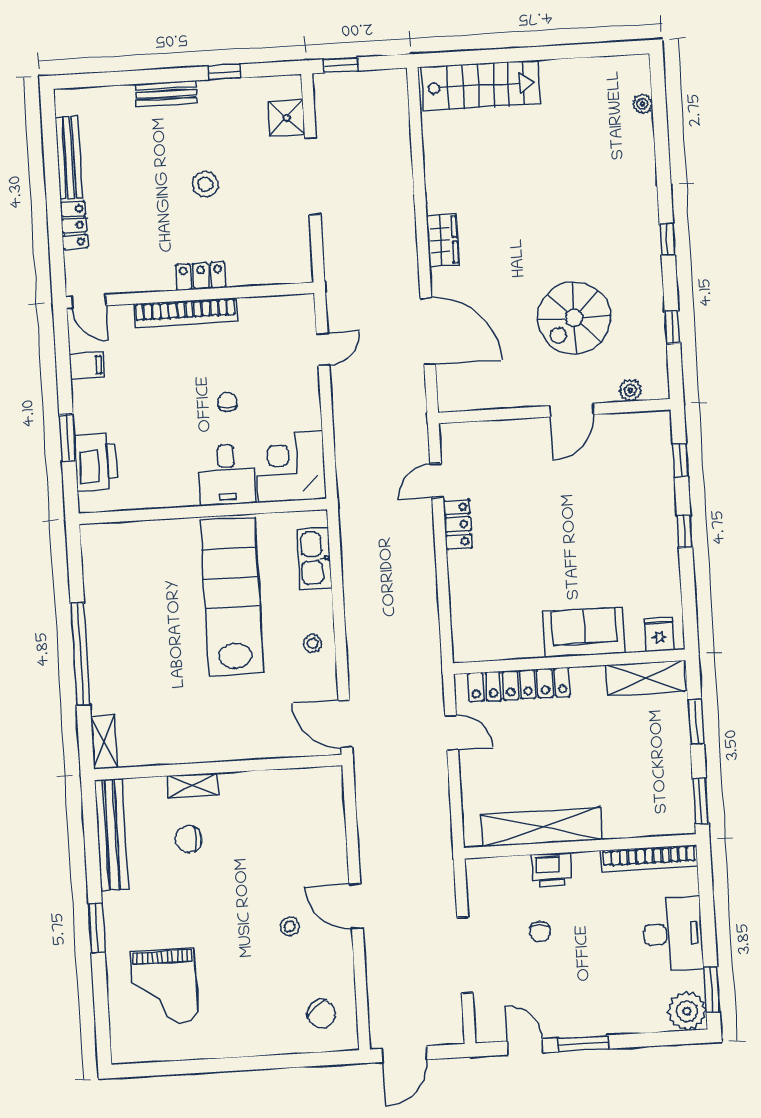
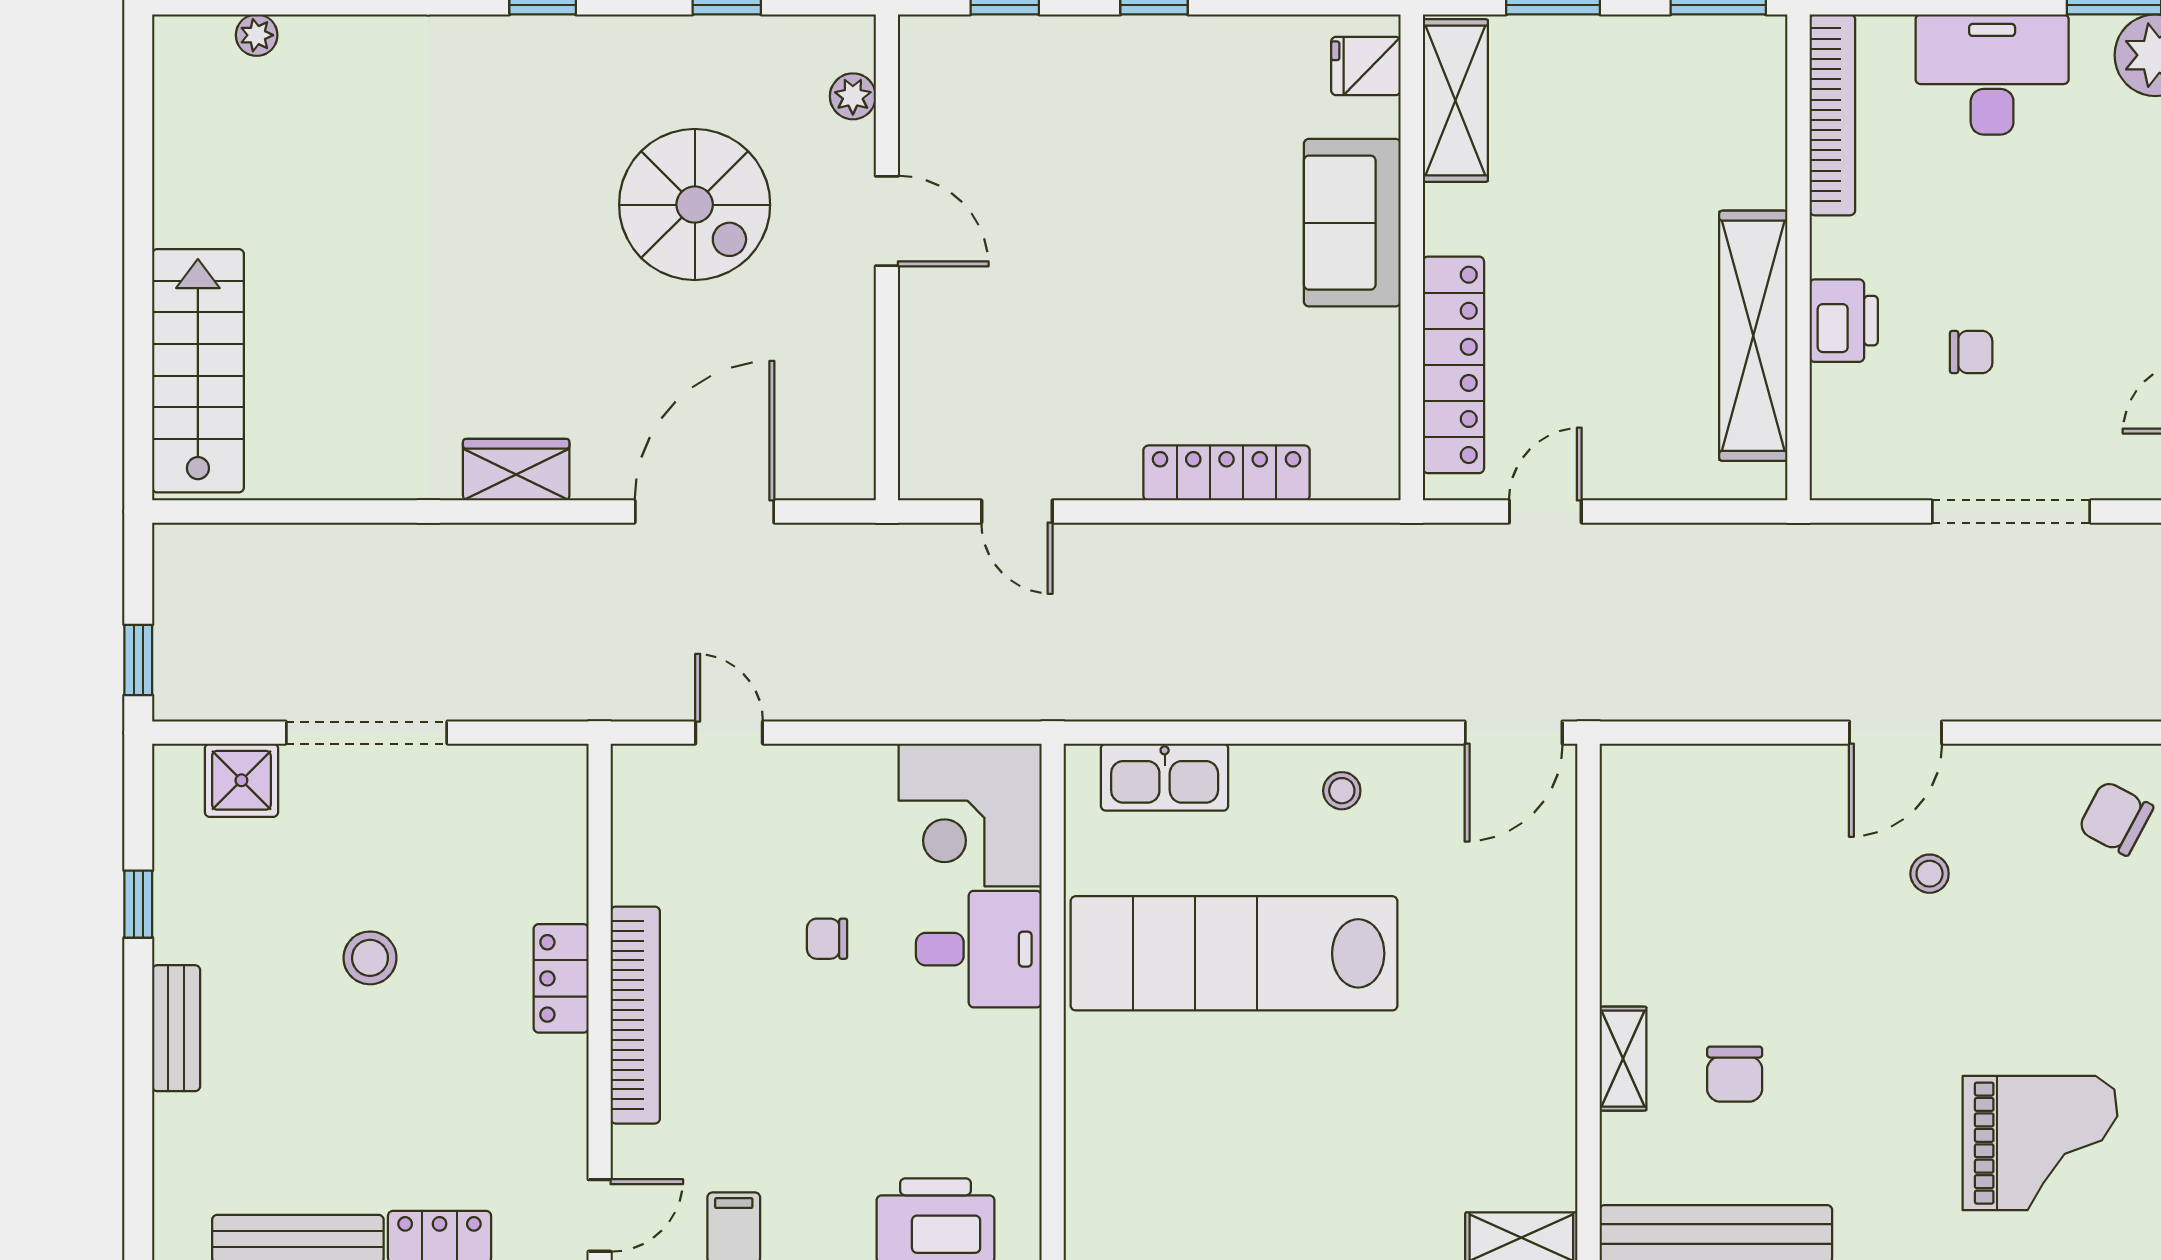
locker: (458, 524) -> (1227, 473), moved, width x1.53
chair: (321, 1014) -> (2116, 818), turned -110

